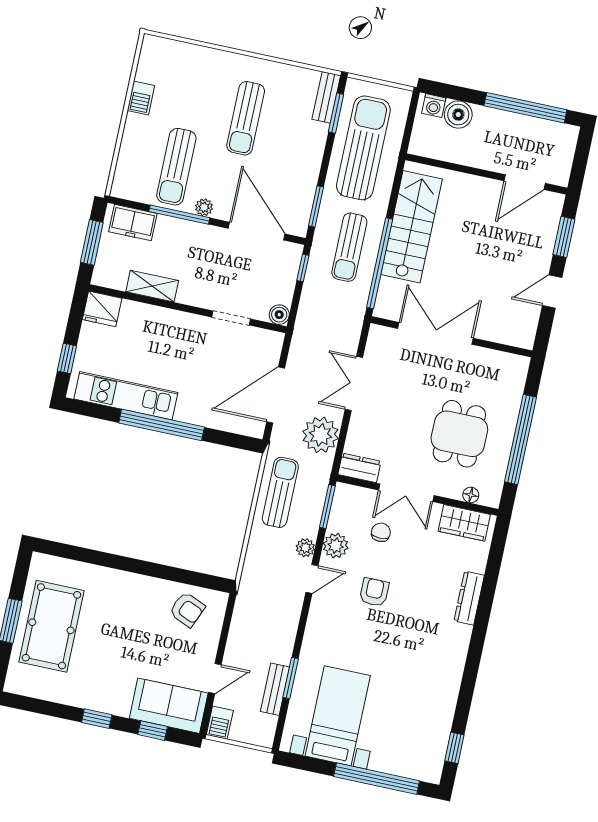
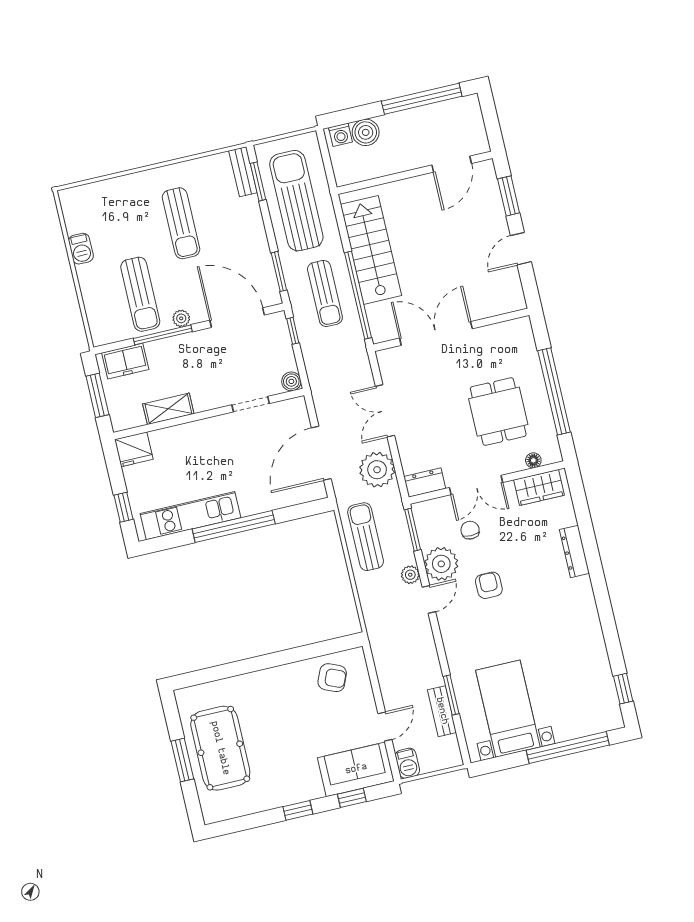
plant: (336, 546) -> (441, 564), width x1.36, depth x1.36

